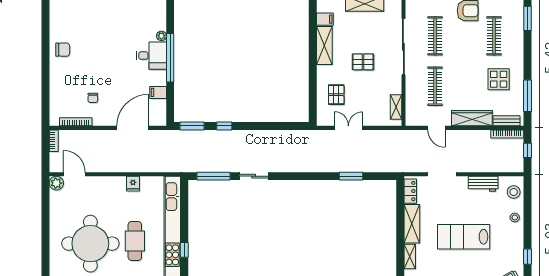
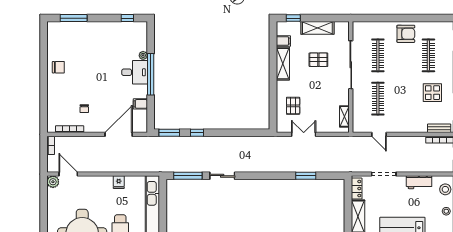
pallet: (363, 62) -> (318, 60), moved
wardrobe: (472, 118) -> (409, 126), removed

